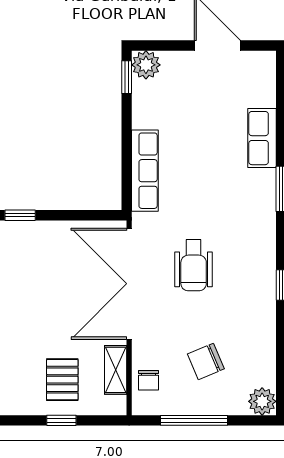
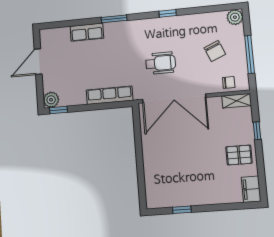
window: (20, 215) -> (140, 164), removed
shelving: (116, 370) -> (237, 101), moved
pallet: (62, 380) -> (239, 155), moved

